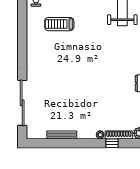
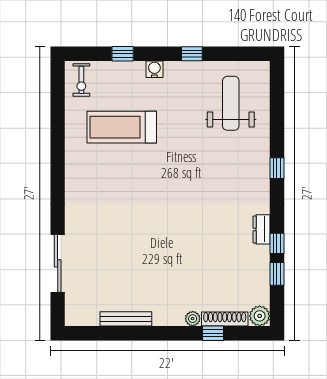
treadmill: (59, 24) -> (122, 127), width x1.37, depth x1.38
sliding door: (22, 103) -> (58, 263), width x0.73

